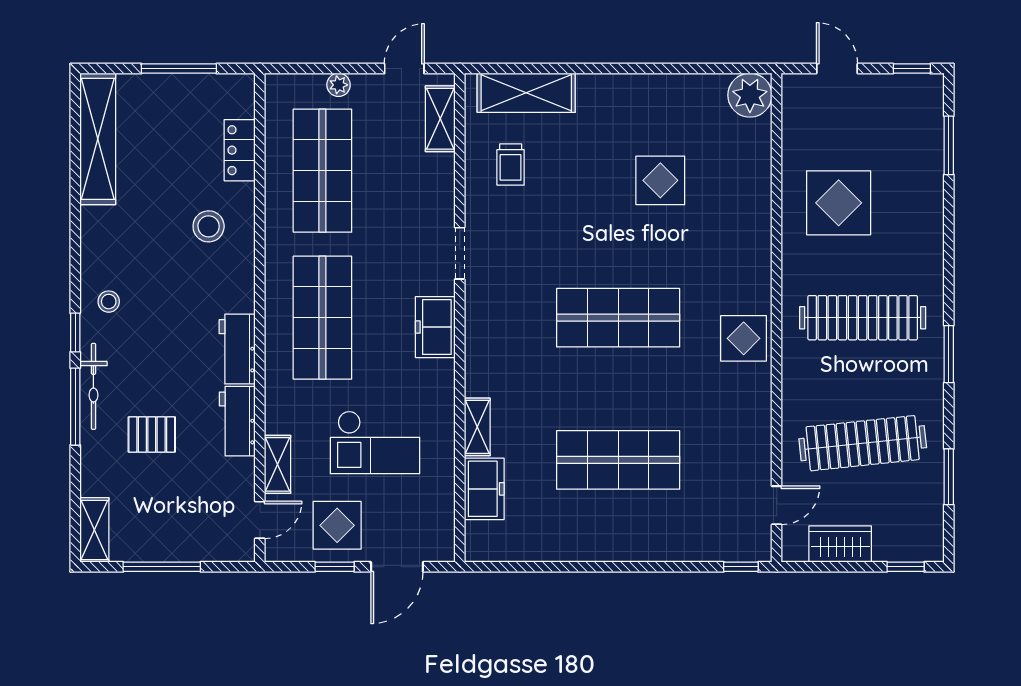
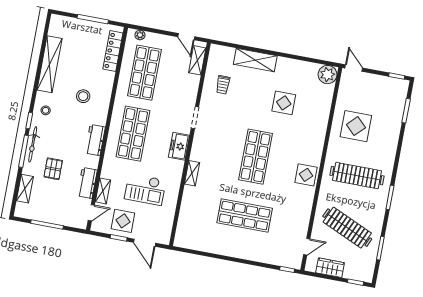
door: (404, 69) -> (186, 37), swing flipped
door: (837, 69) -> (354, 68), moved
plant: (339, 85) -> (140, 35), moved
shelving: (526, 93) -> (255, 60), moved
shelving: (98, 139) -> (50, 64), moved
locker: (240, 150) -> (113, 51), width x1.53
stool: (209, 226) -> (83, 96), moved
shop shelf: (618, 318) -> (256, 157), turned 90
workbench: (237, 421) -> (87, 183), moved
shelving: (477, 427) -> (192, 173), moved
pallet: (152, 434) -> (53, 169), turned 90
clothes rail: (863, 443) -> (347, 228), turned 30
freezer: (484, 489) -> (187, 217), removed
shelving: (94, 530) -> (25, 189), moved
door: (397, 567) -> (145, 243), hinge flipped

